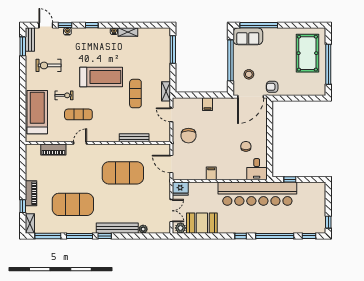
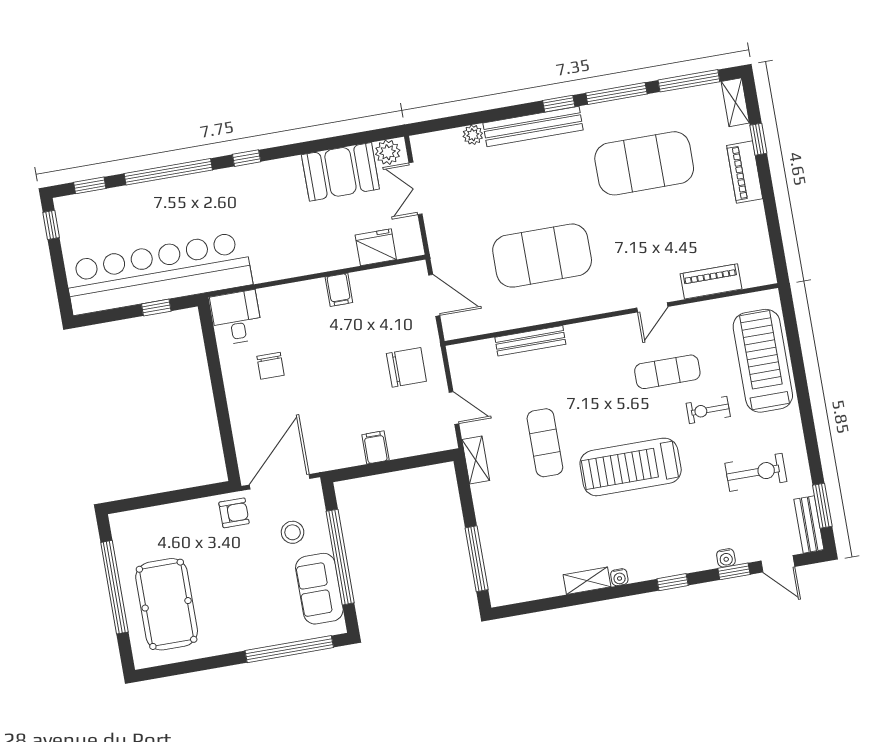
sofa: (248, 36) -> (319, 589), moved, turned -90
treadmill: (37, 112) -> (763, 361), turned 180
chair: (188, 136) -> (406, 367), turned 90
fridge: (180, 189) -> (376, 247), moved
bar counter: (257, 194) -> (158, 273), moved

